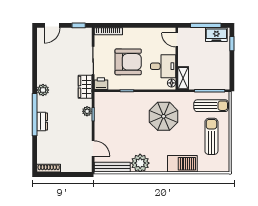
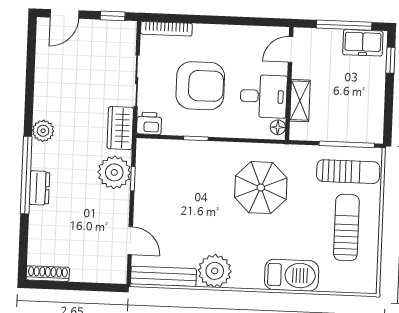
door: (177, 40) -> (291, 49), hinge flipped
shelving: (183, 78) -> (300, 101), moved
plant: (87, 111) -> (114, 172), width x1.88, depth x1.88

